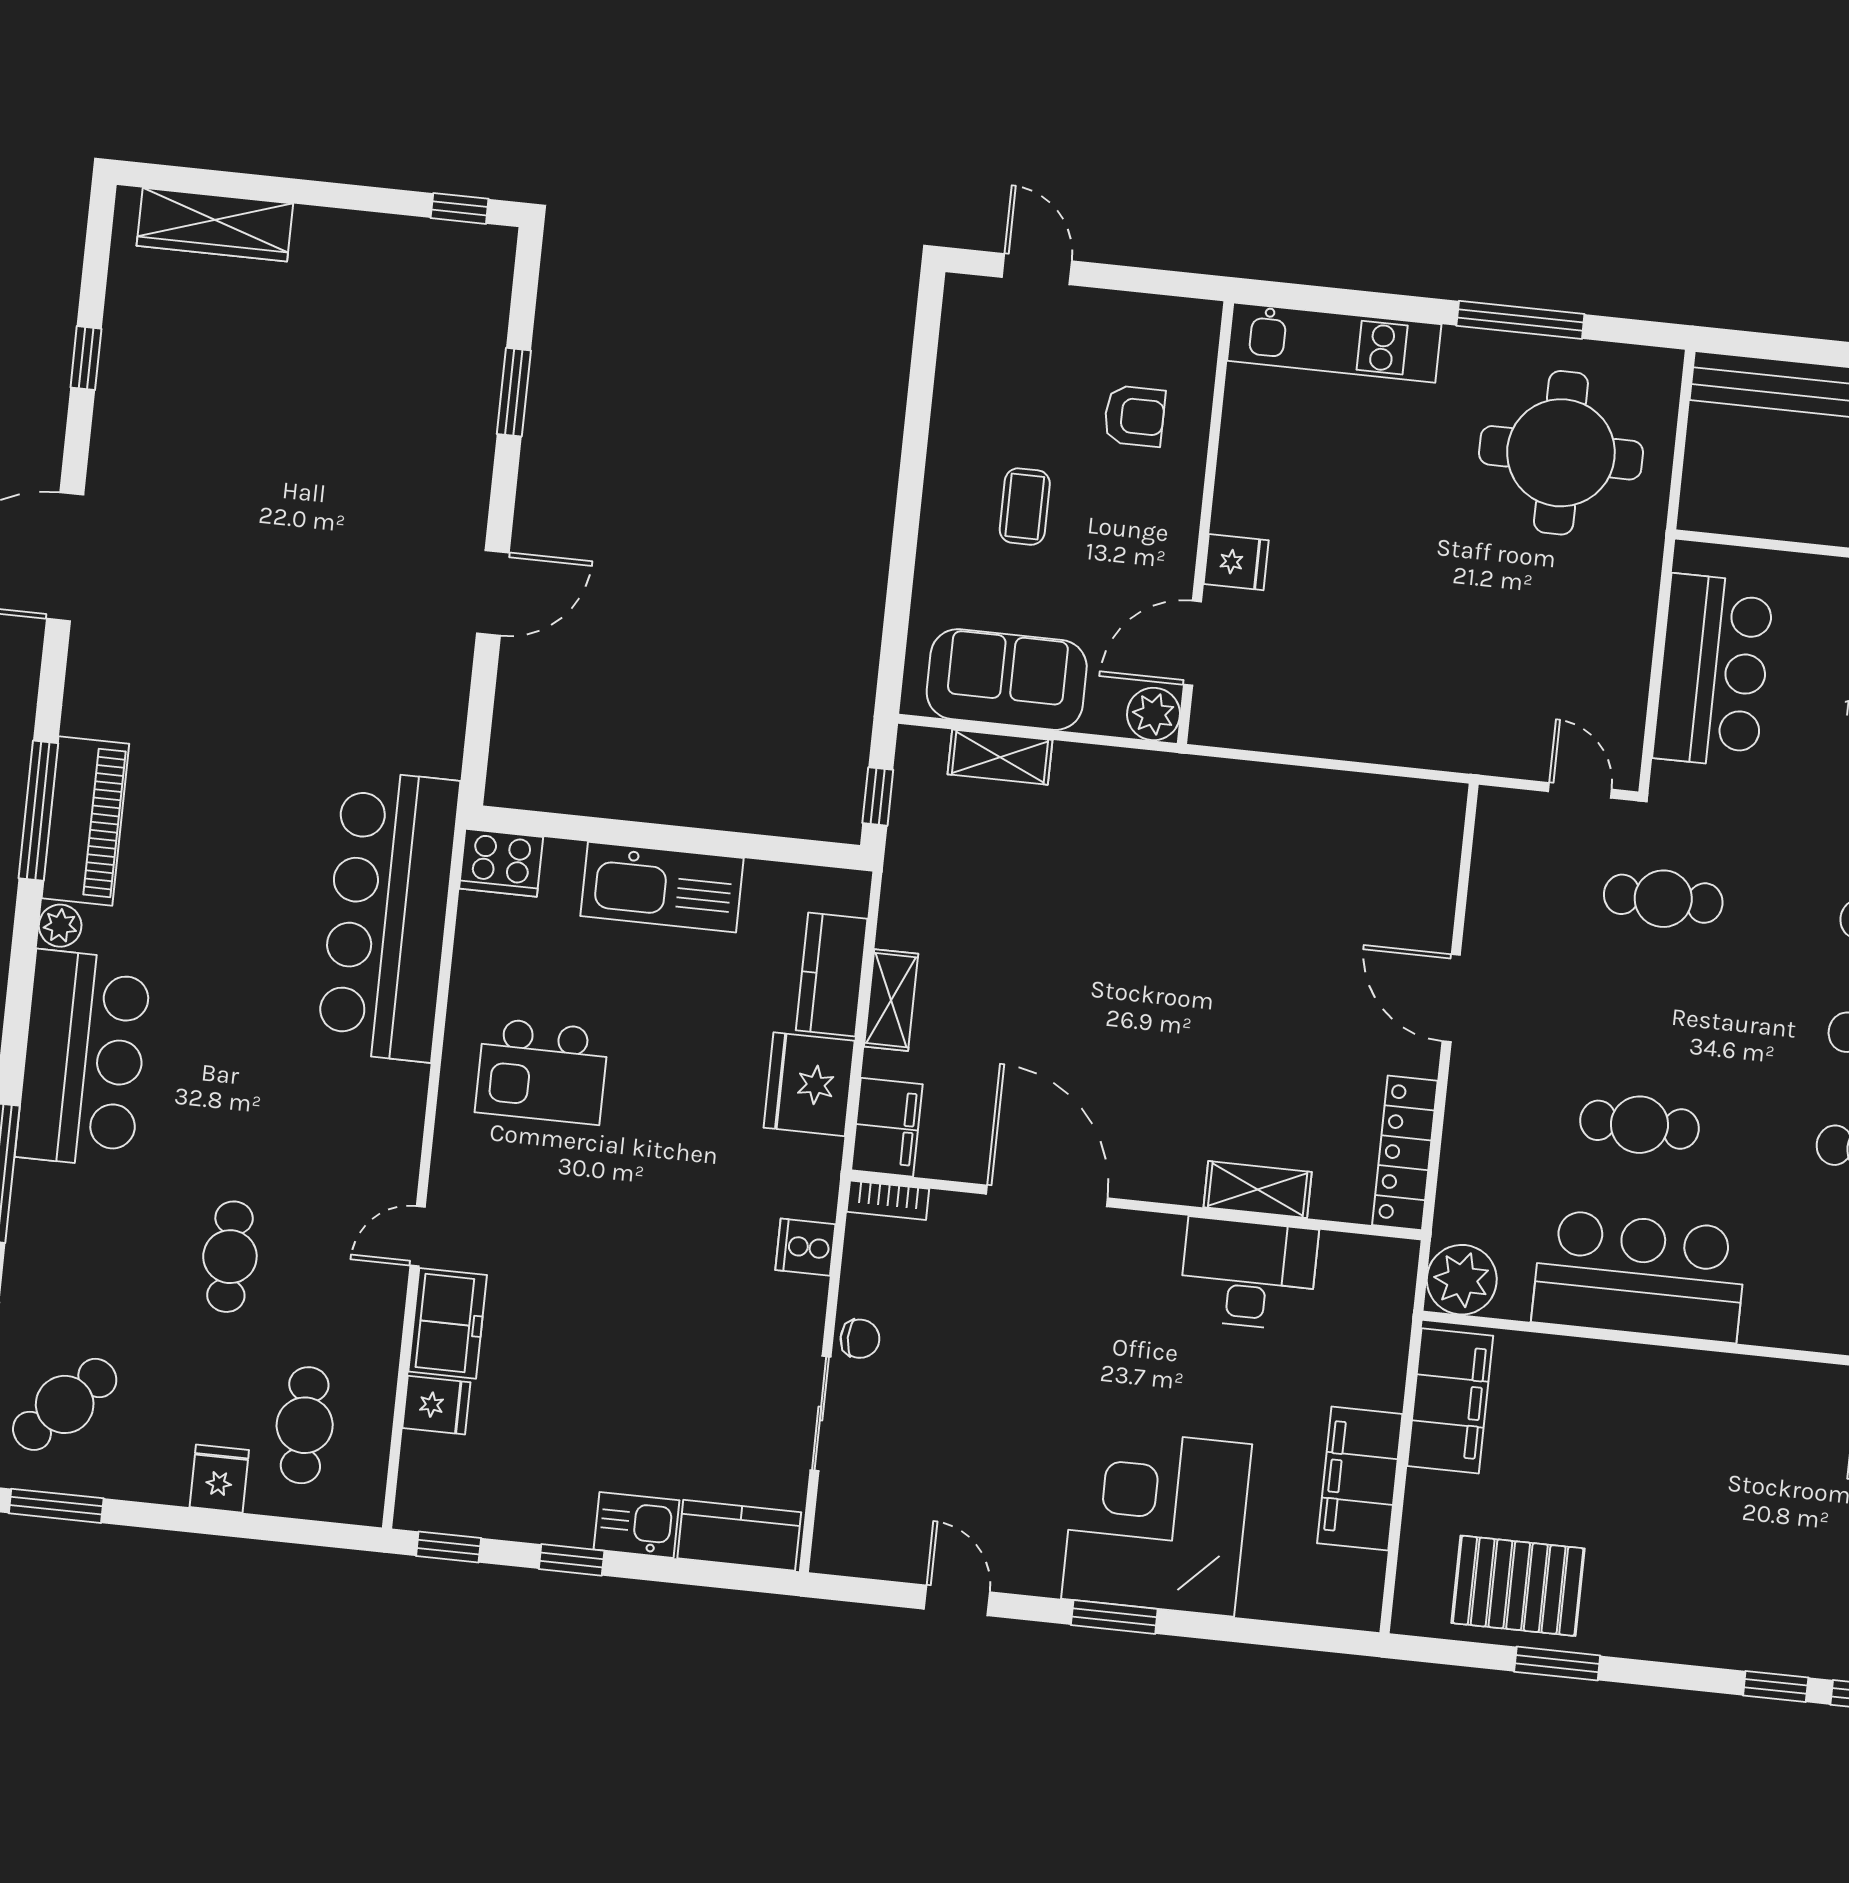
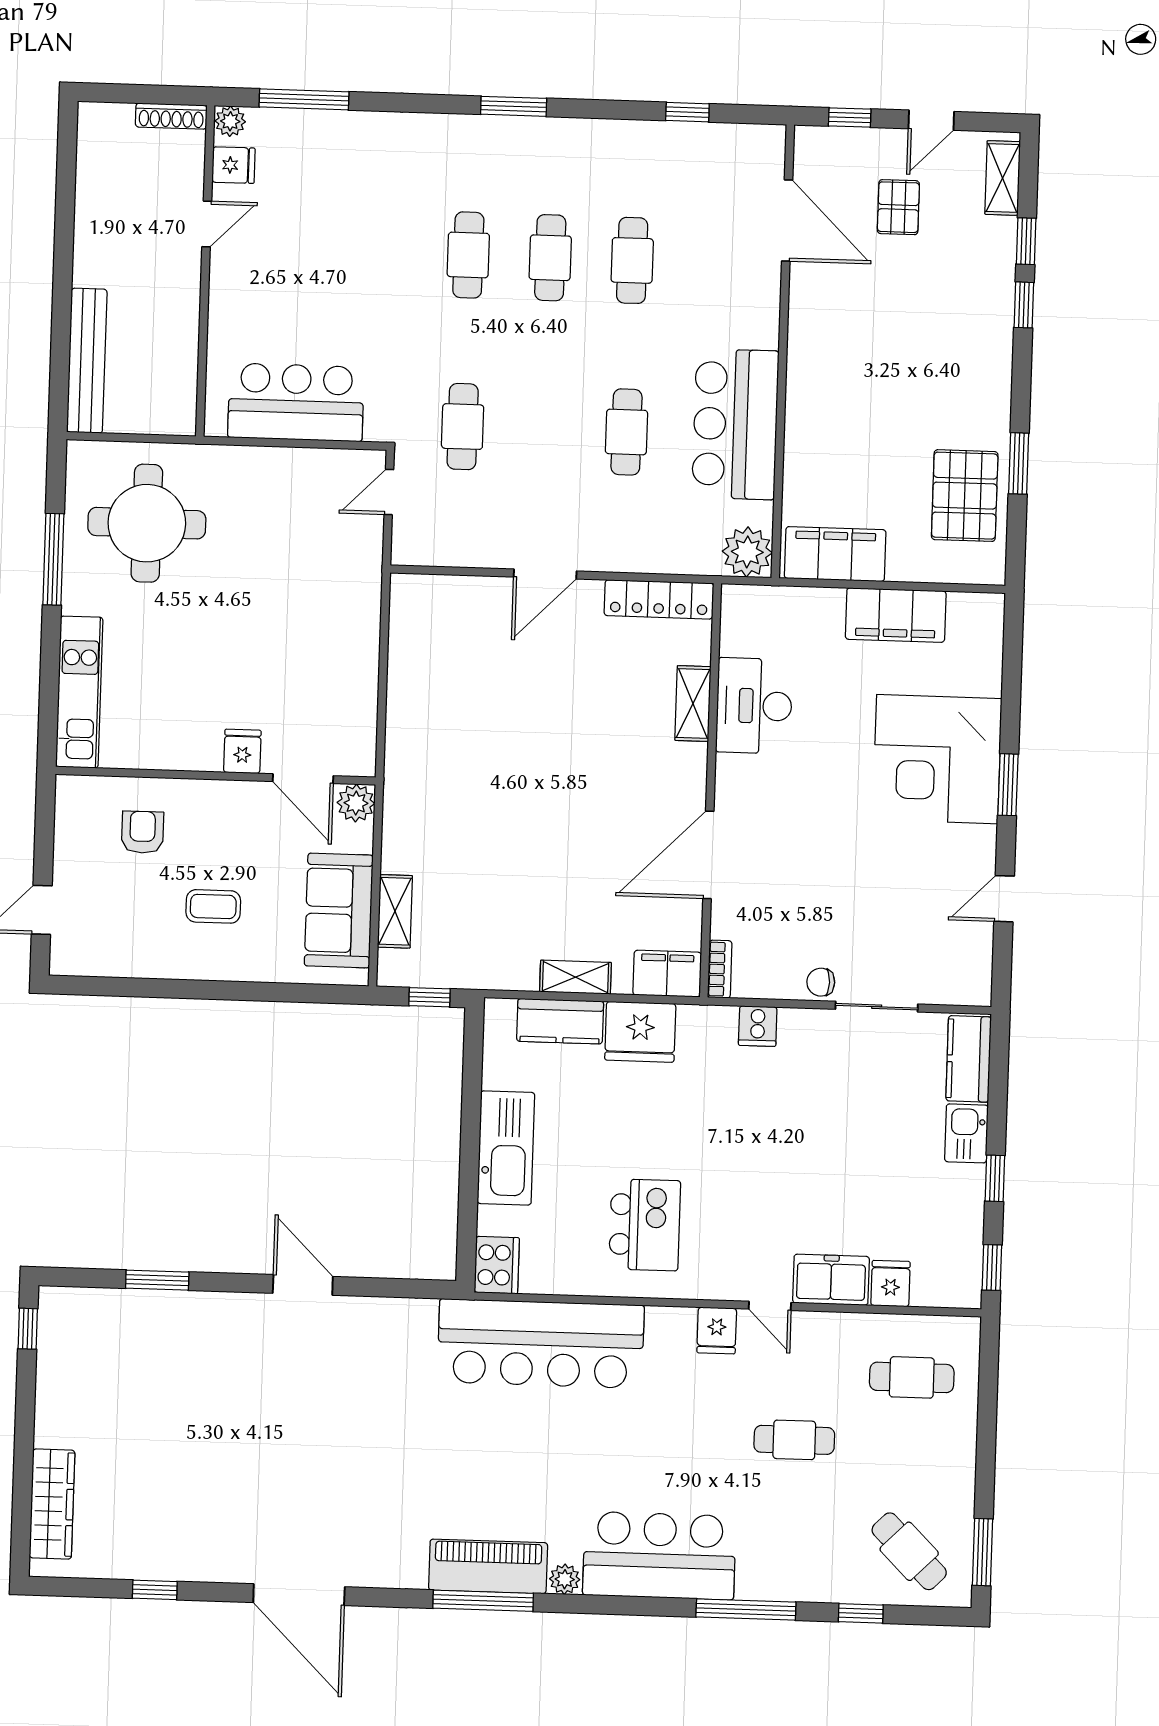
chair: (860, 1339) -> (821, 982), turned -90
fridge: (219, 1479) -> (717, 1331), moved, turned -90

